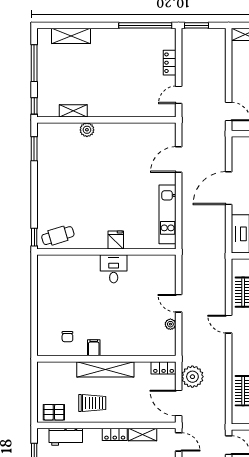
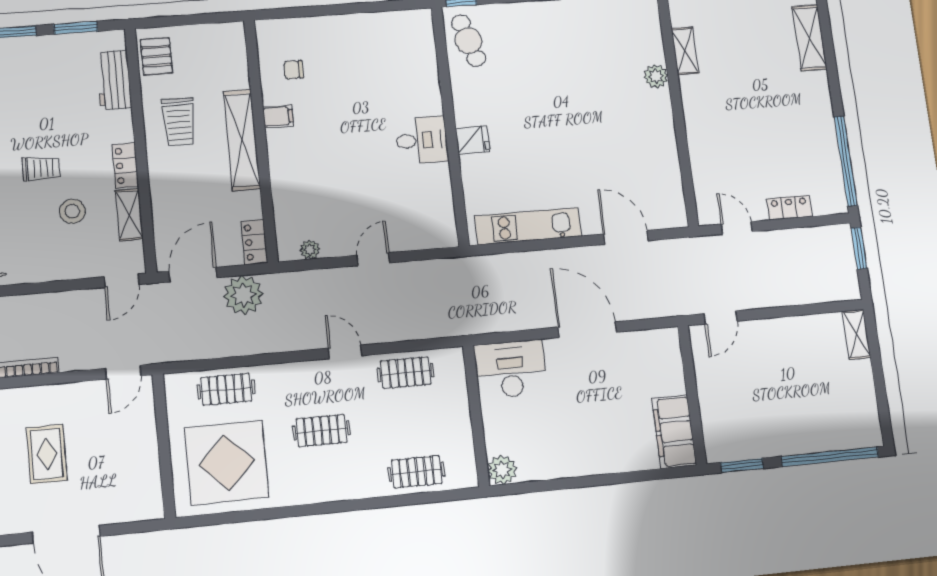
plant: (170, 324) -> (310, 250), moved
door: (229, 324) -> (345, 352), hinge flipped

